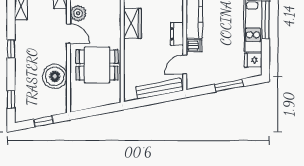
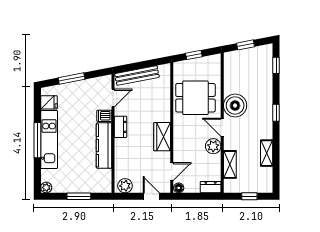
boiler: (55, 76) -> (235, 106), moved
window: (99, 111) -> (194, 55), added

